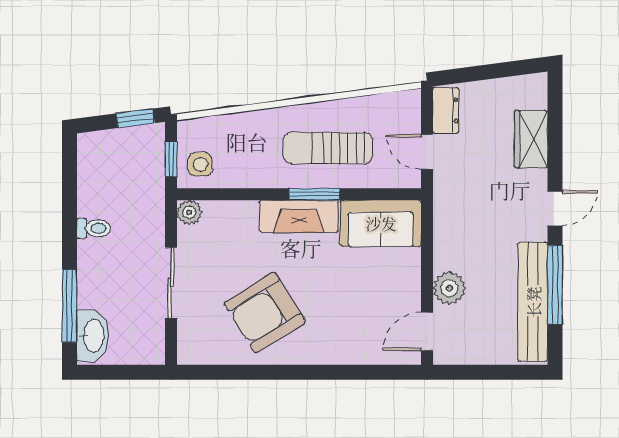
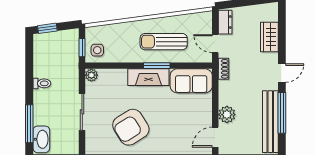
window: (135, 118) -> (47, 28), moved
shoe rack: (443, 200) -> (223, 69), added

